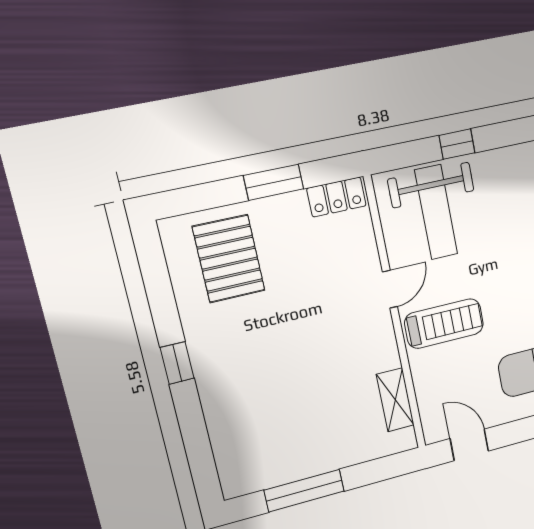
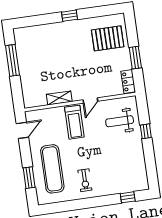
weight bench: (436, 212) -> (120, 121), width x0.73, depth x0.75
door: (390, 289) -> (90, 101), hinge flipped
shelving: (395, 400) -> (59, 98), moved

